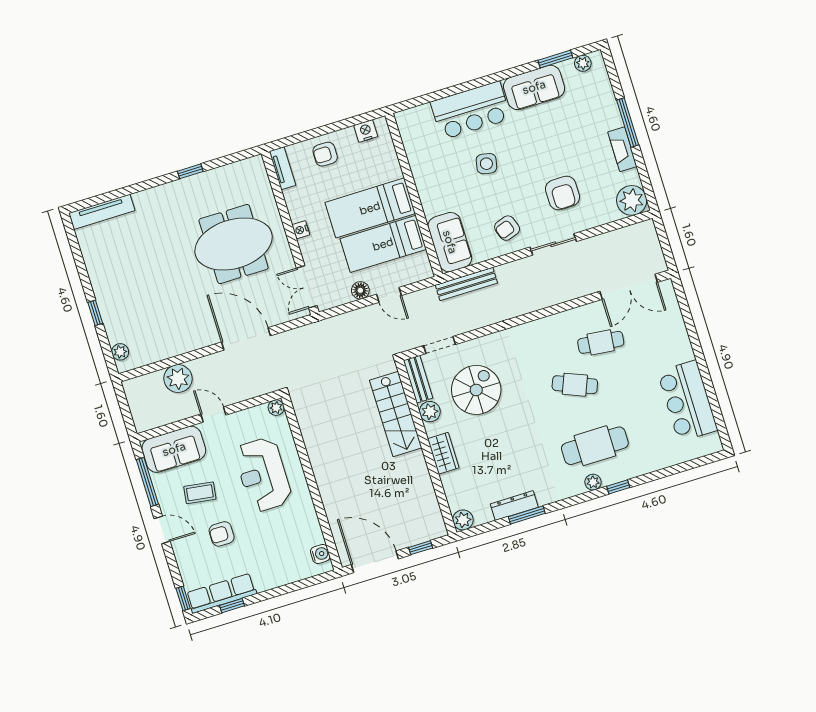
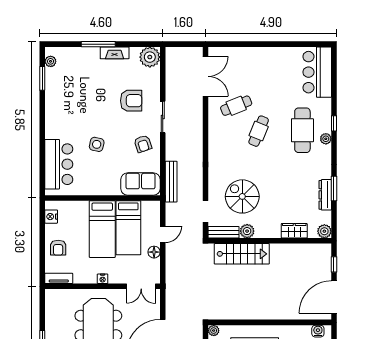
sofa: (534, 87) -> (57, 98), removed
bar counter: (471, 110) -> (59, 164), moved
cafe table: (601, 342) -> (236, 106), turned 62
bar counter: (687, 401) -> (317, 72), moved, turned 90
wardrobe: (443, 453) -> (294, 231), moved

